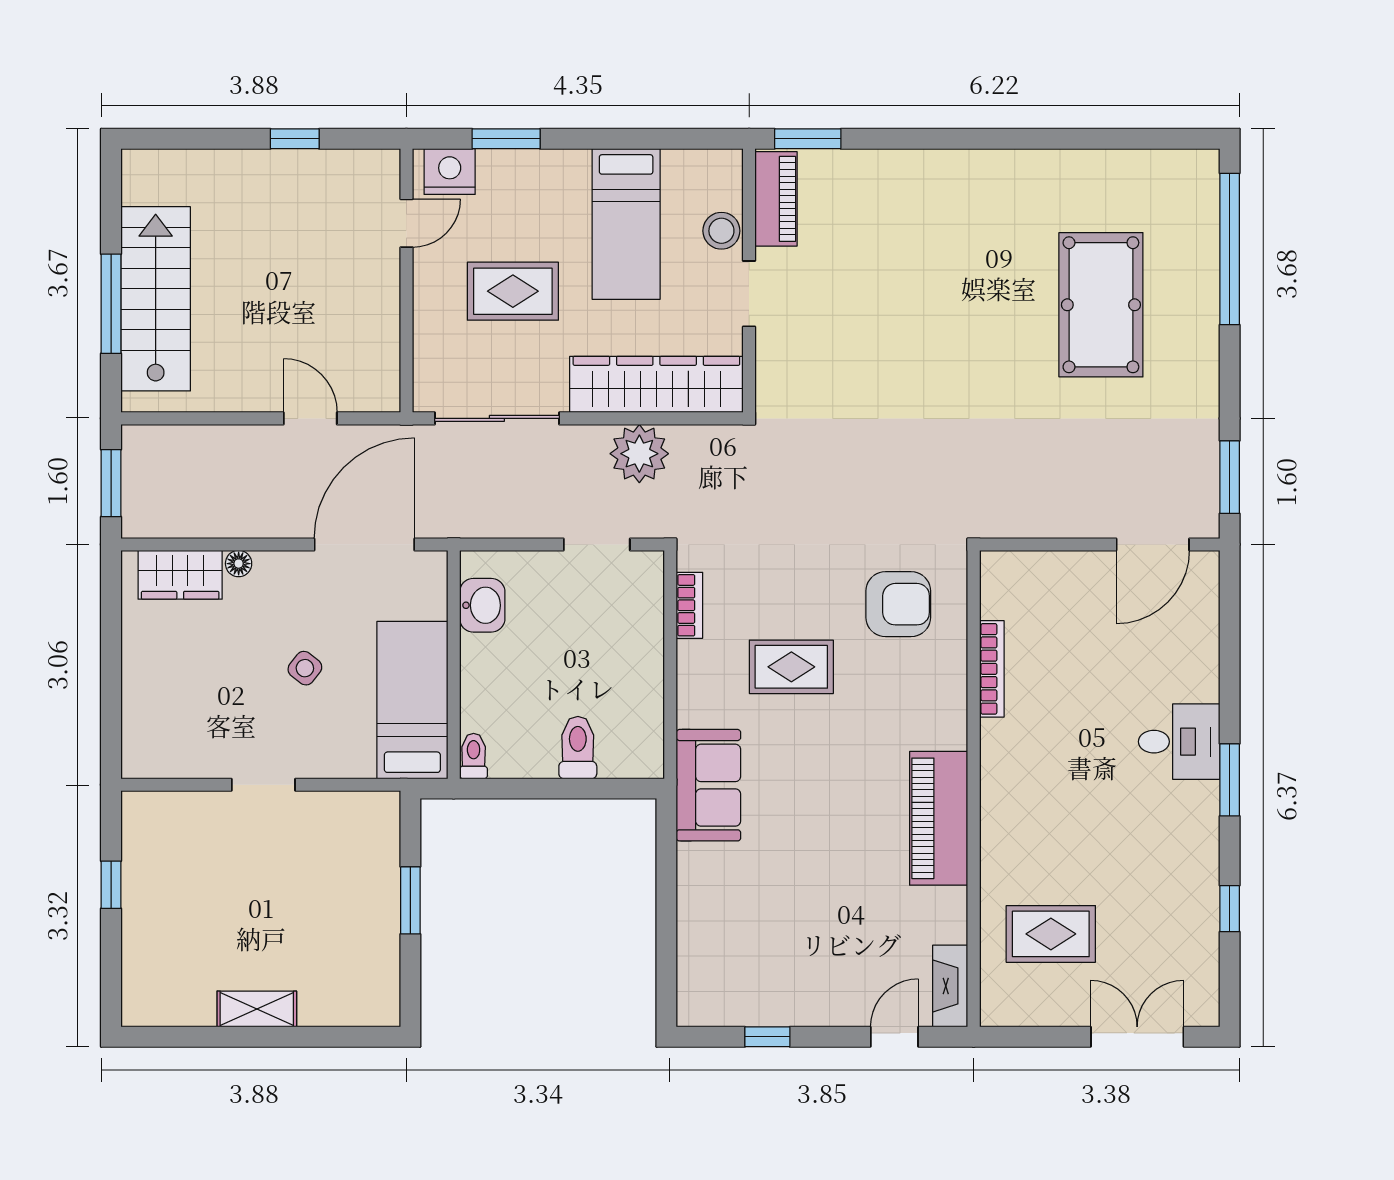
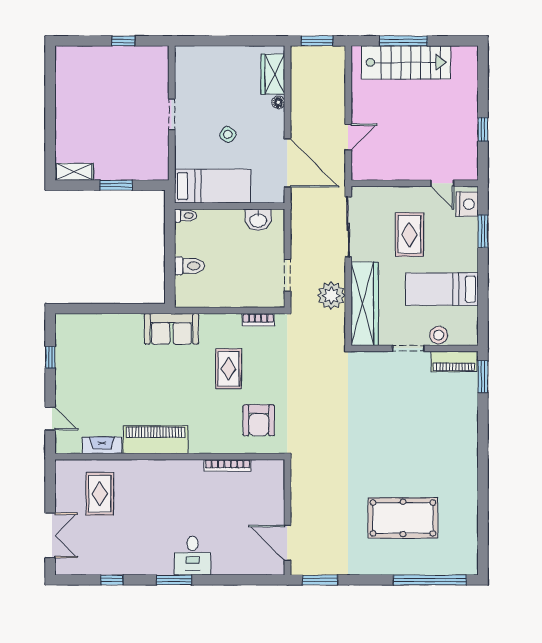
fireplace: (950, 986) -> (102, 445), moved
shelving: (257, 1009) -> (74, 172), moved, turned 90

